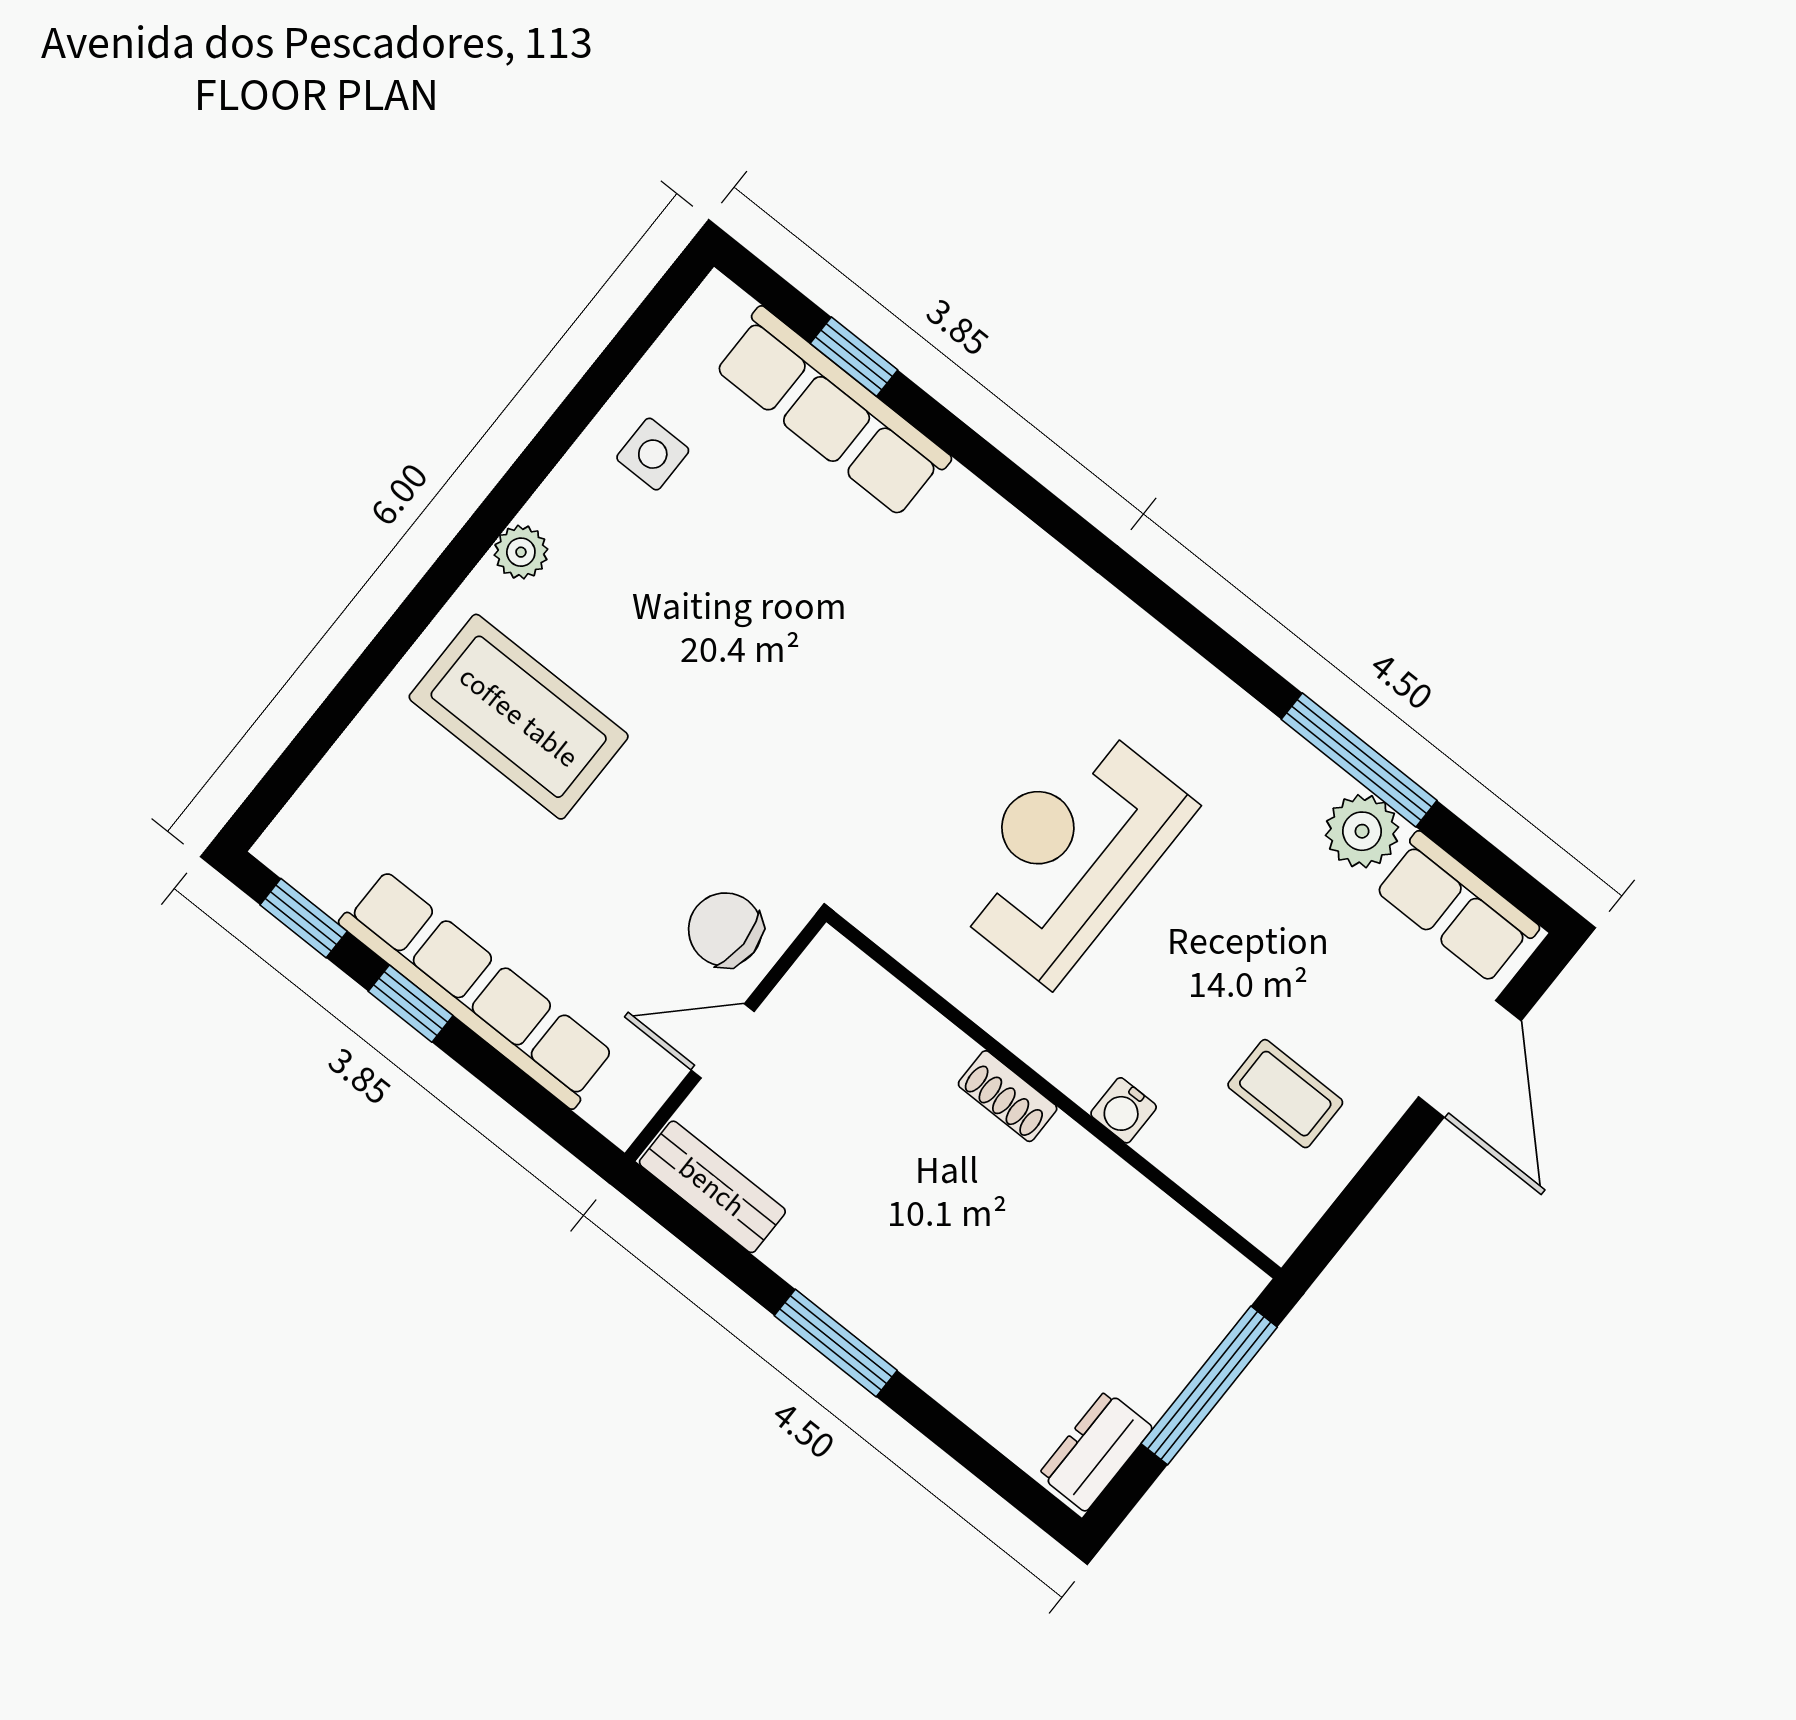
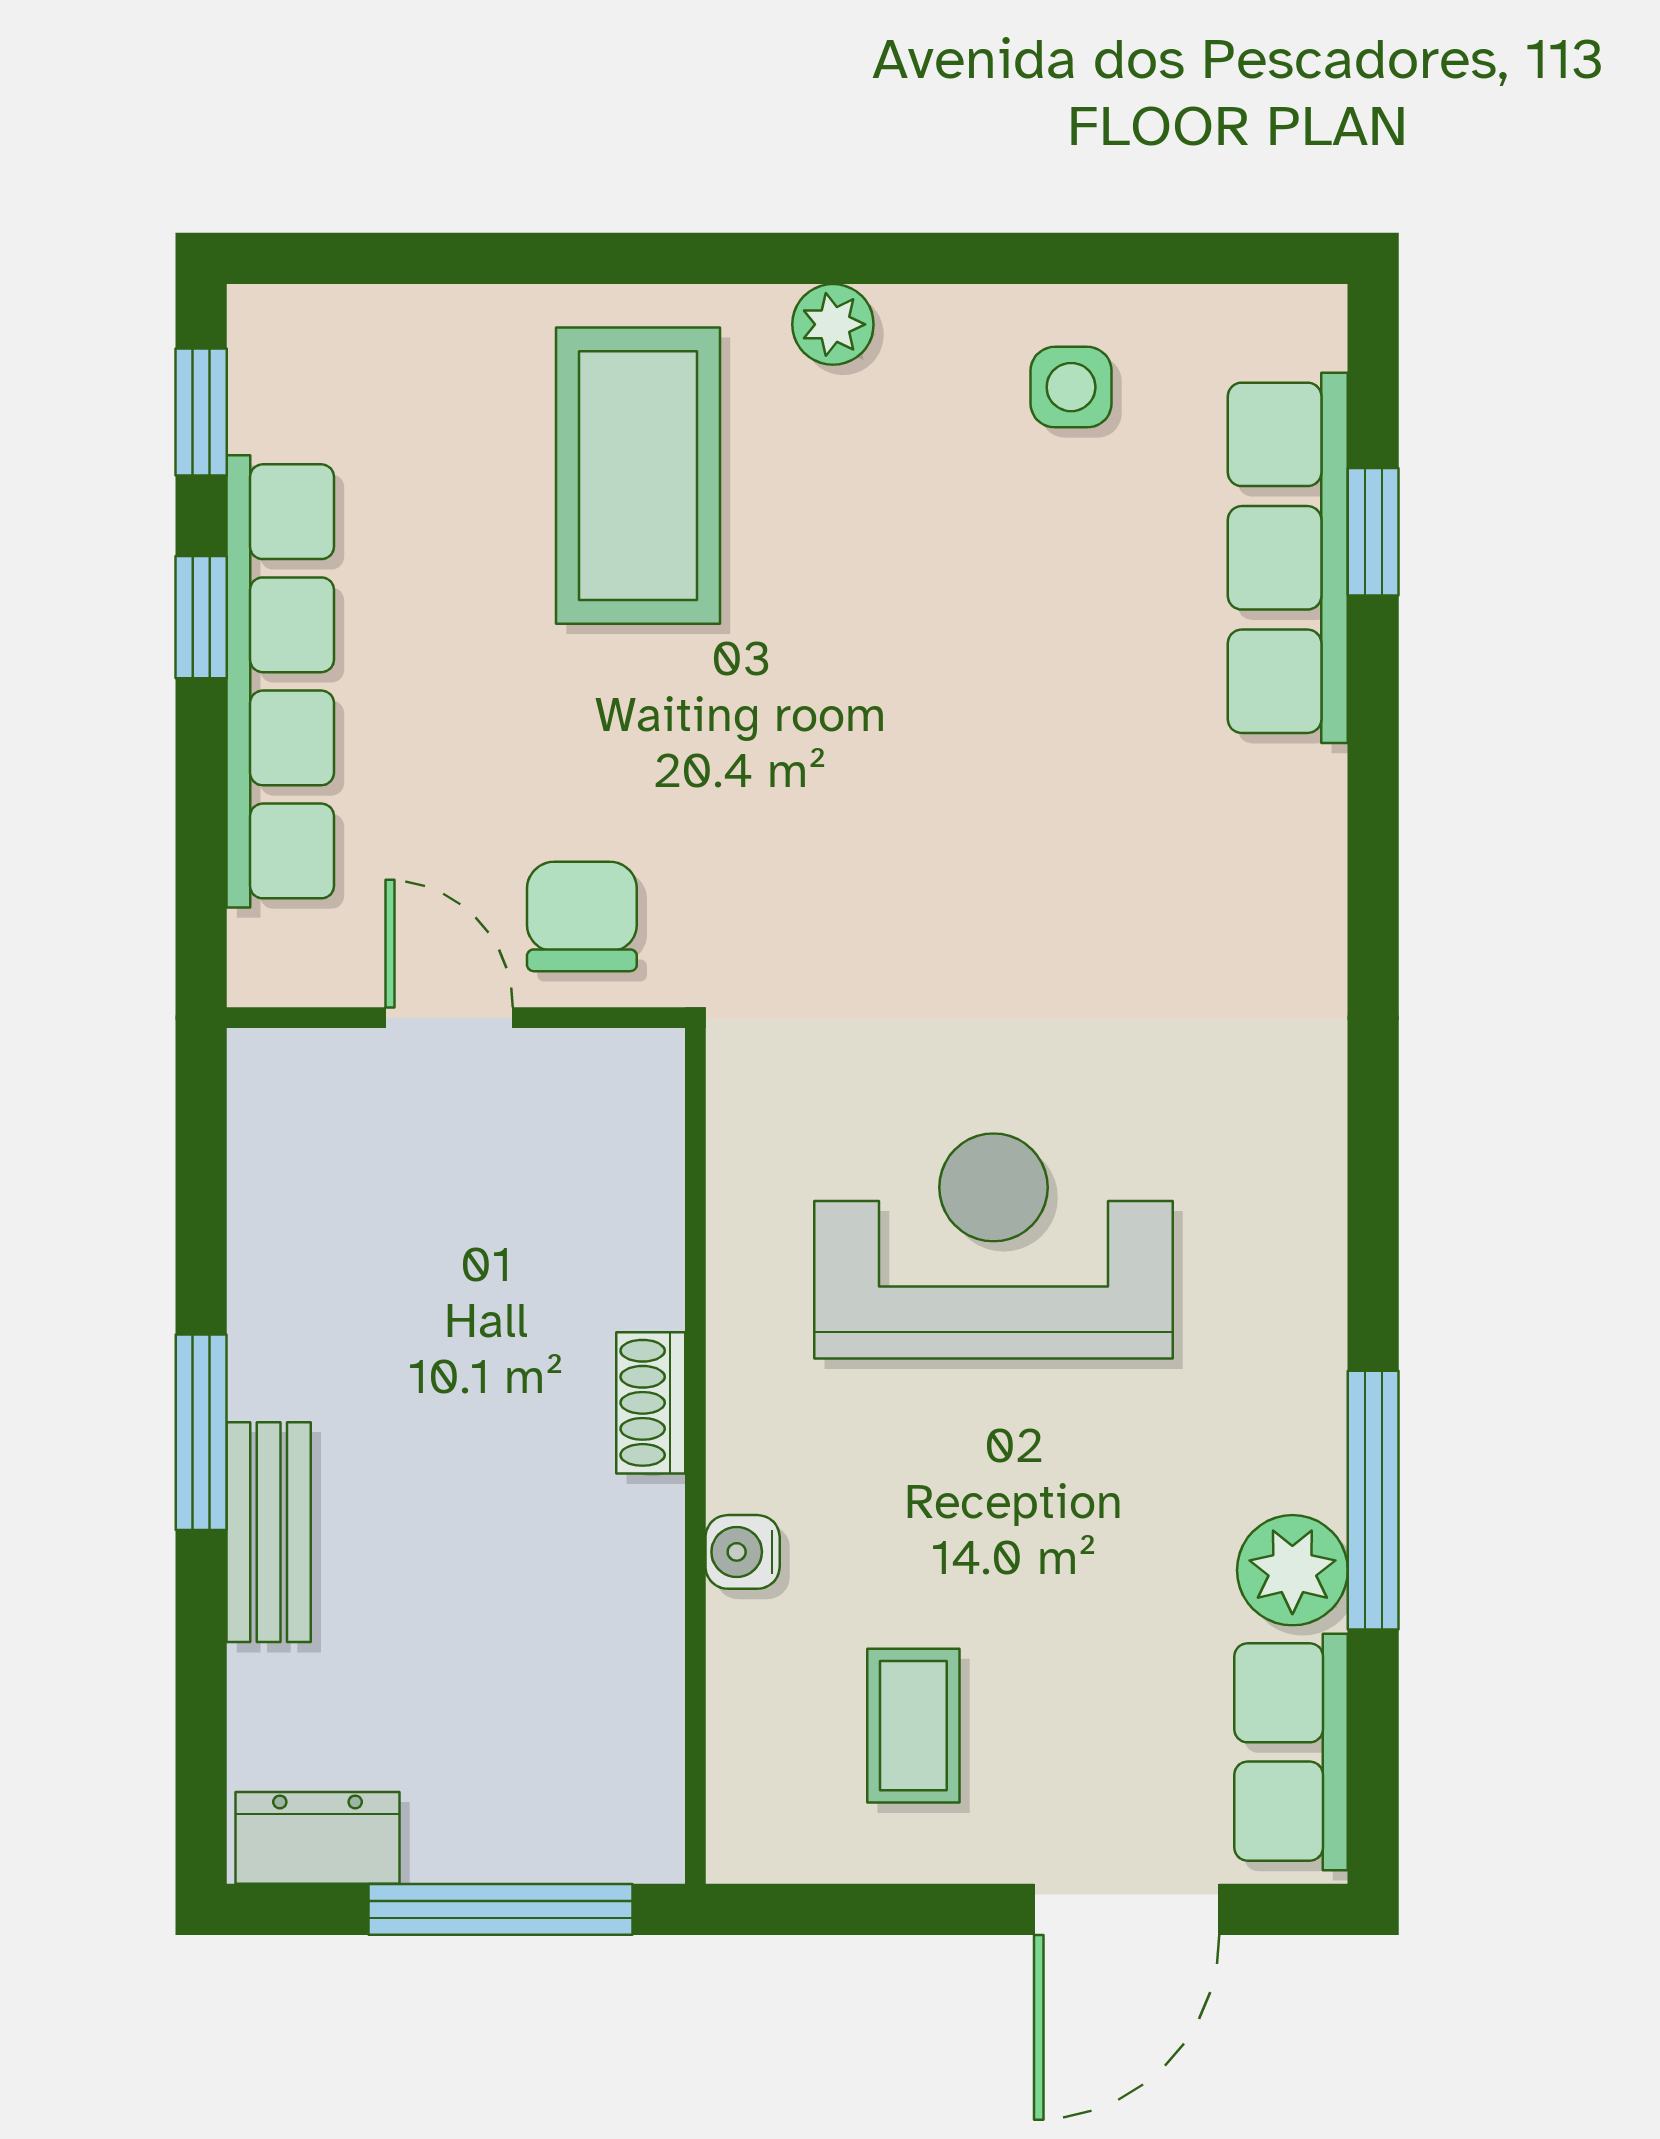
bench: (712, 1187) -> (269, 1532), moved

